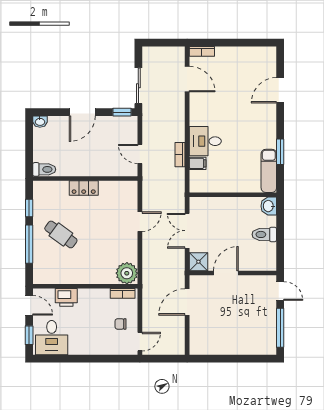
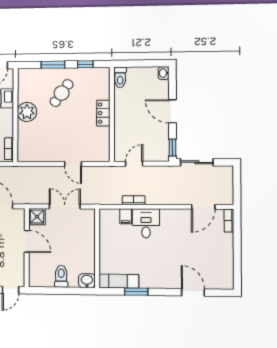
window: (29, 244) -> (53, 65), width x0.69
plant: (127, 273) -> (27, 112), moved

